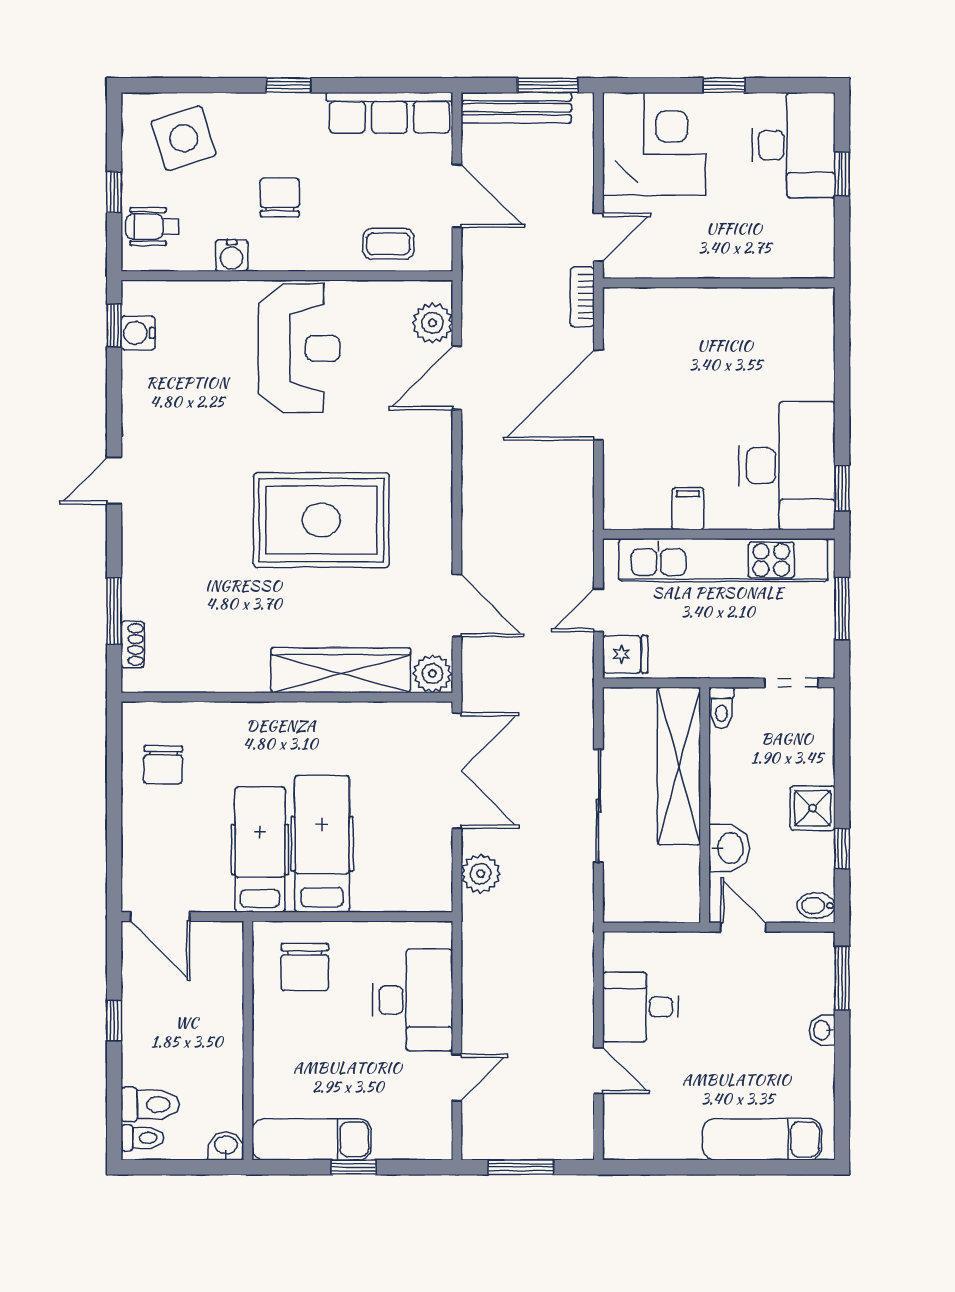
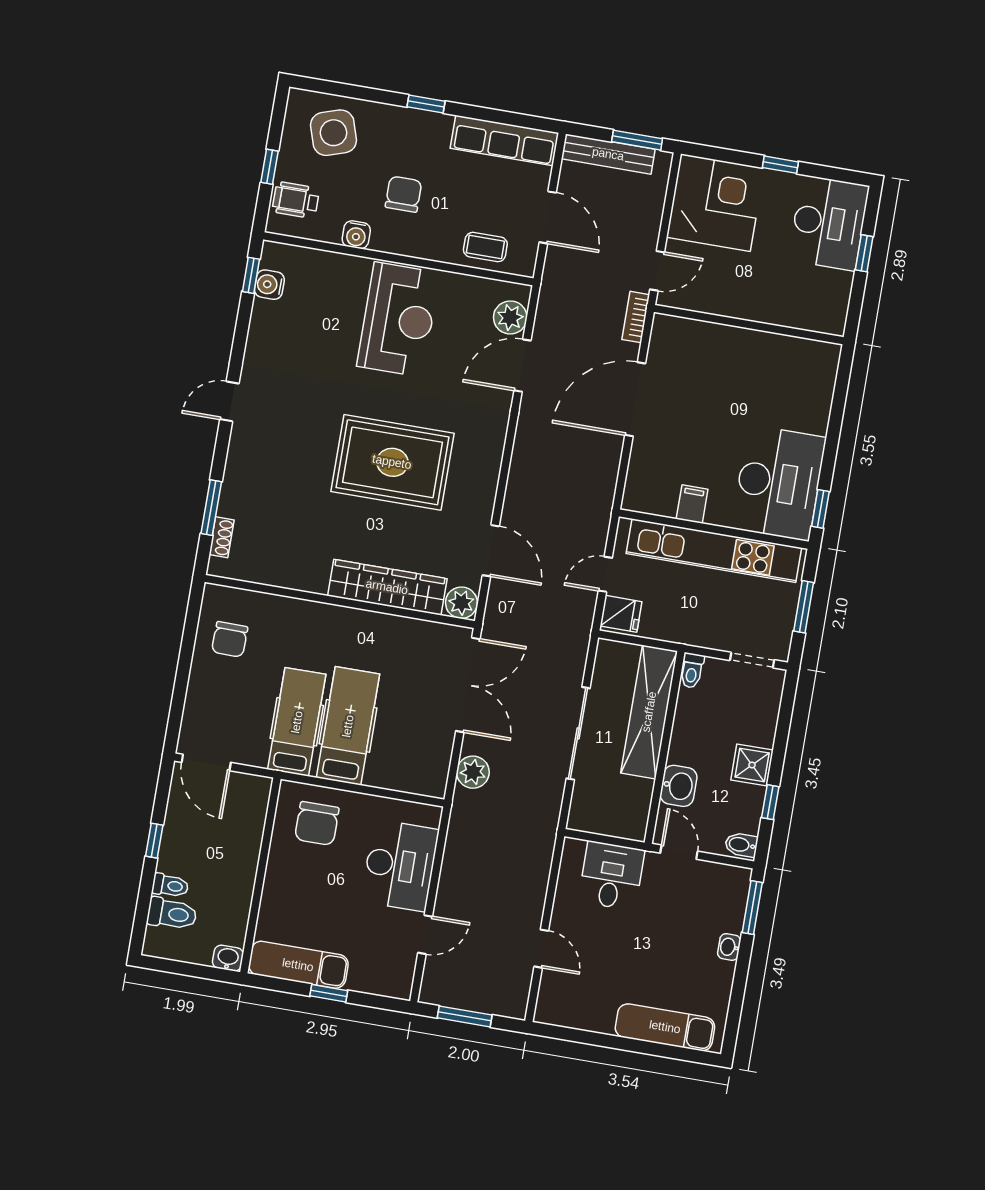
desk: (640, 1007) -> (611, 876), moved, turned 90
toilet: (142, 1138) -> (170, 886), moved

